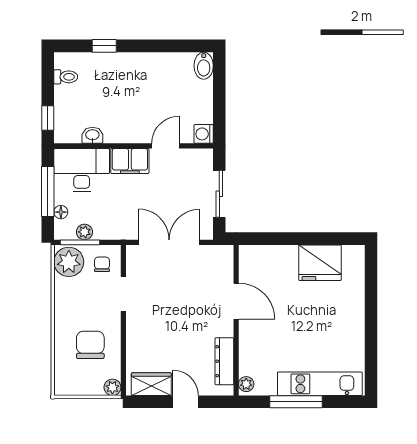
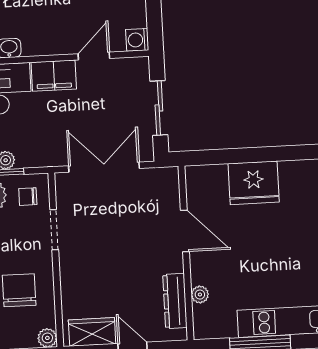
fridge: (320, 263) -> (254, 183), moved
chair: (102, 264) -> (28, 197), turned -90
plant: (246, 384) -> (200, 295), moved

